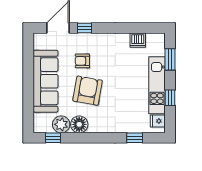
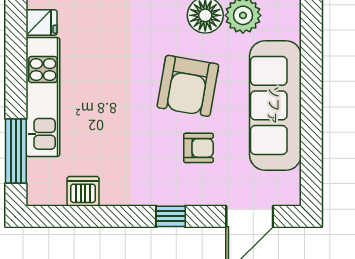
window: (85, 28) -> (171, 216), moved
window: (170, 59) -> (16, 151), width x1.44
window: (170, 98) -> (16, 71), removed

